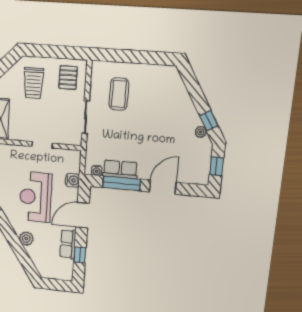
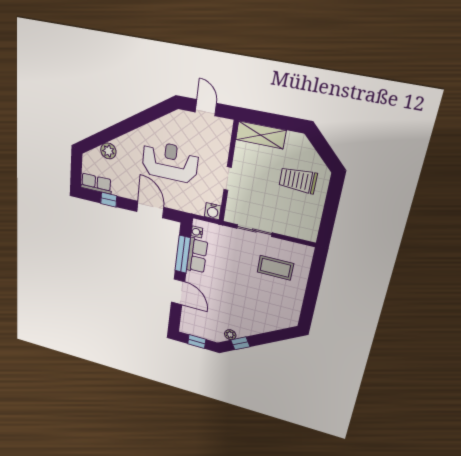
pallet: (68, 77) -> (299, 219), removed
water cooler: (72, 180) -> (213, 211), moved
plant: (26, 239) -> (108, 151), moved
row of seats: (68, 244) -> (96, 184), moved

